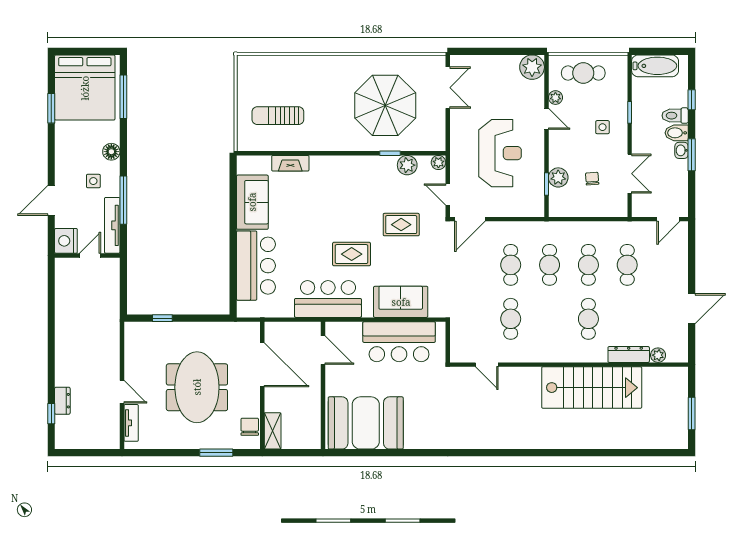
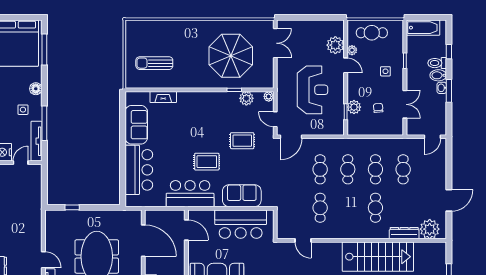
plant: (532, 67) -> (335, 45), moved
plant: (658, 355) -> (430, 229), width x1.87, depth x1.87

